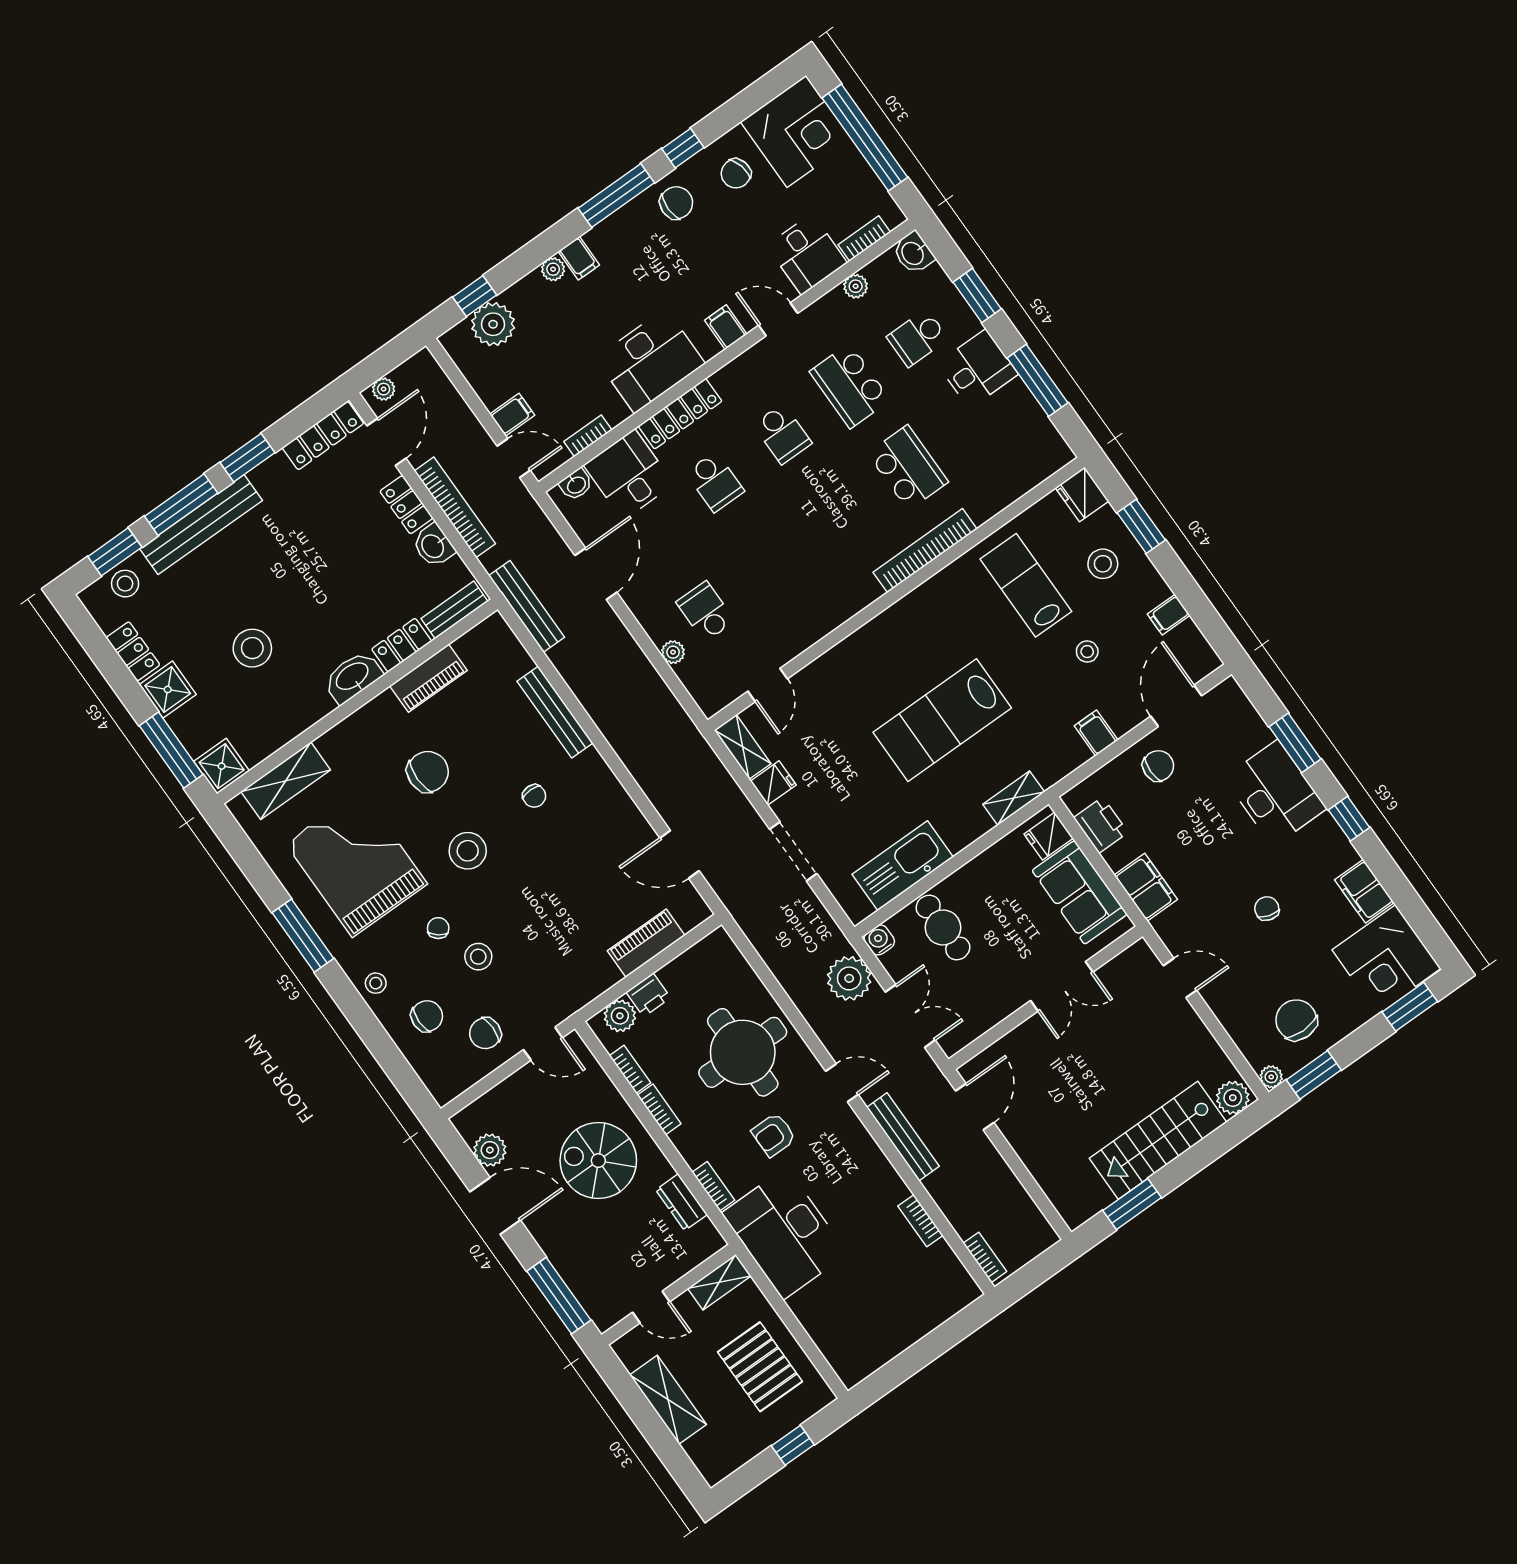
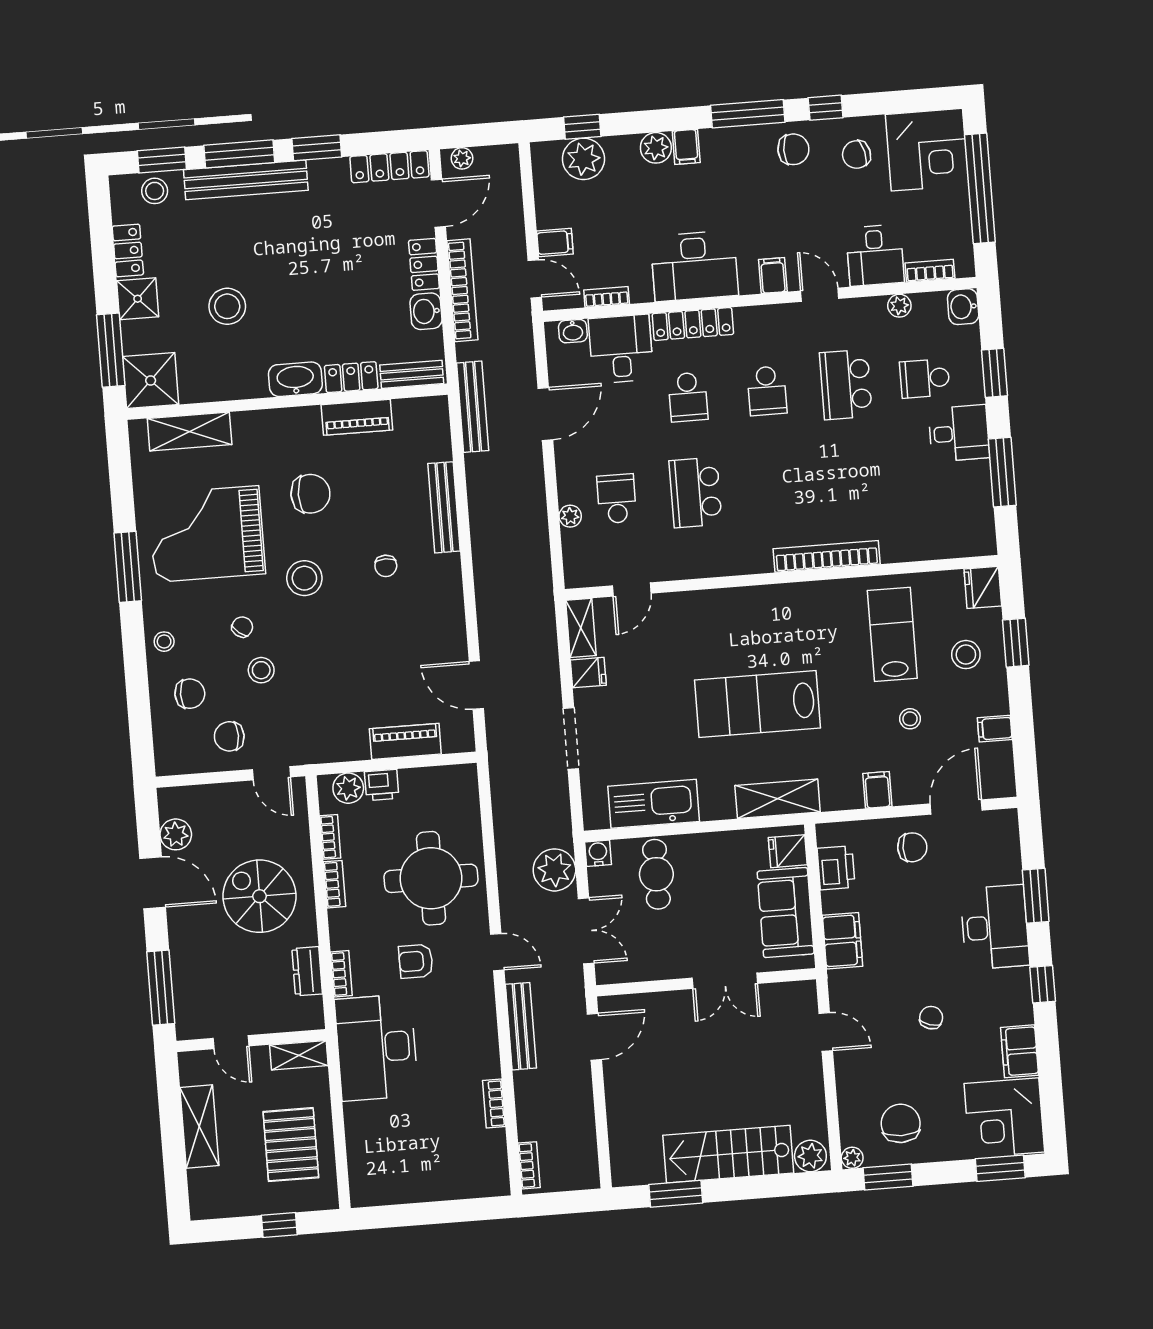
plant: (553, 269) -> (656, 148), width x1.38, depth x1.38
school desk: (908, 468) -> (696, 492), moved, turned 180
shower: (222, 766) -> (151, 381), width x1.36, depth x1.36
shelving: (1014, 798) -> (778, 799), width x1.50, depth x1.33
grand piano: (356, 864) -> (207, 534), turned -90

